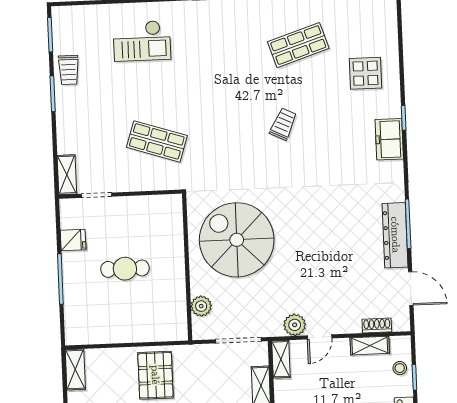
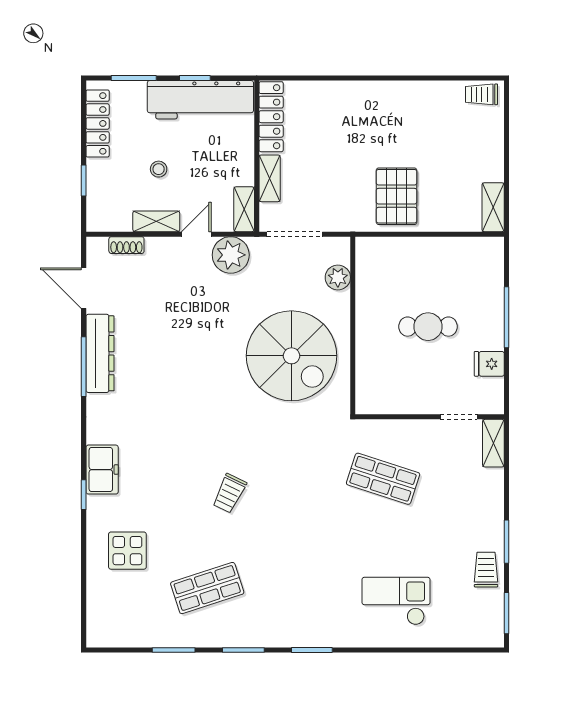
plant: (295, 325) -> (231, 255), width x1.36, depth x1.36
shelving: (370, 346) -> (156, 221), moved
stool: (400, 368) -> (159, 169), moved

